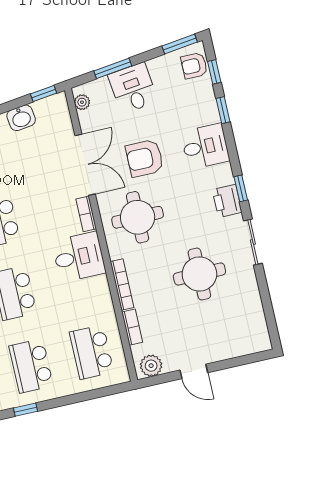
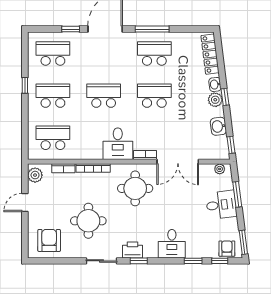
armchair: (145, 158) -> (49, 240), moved

